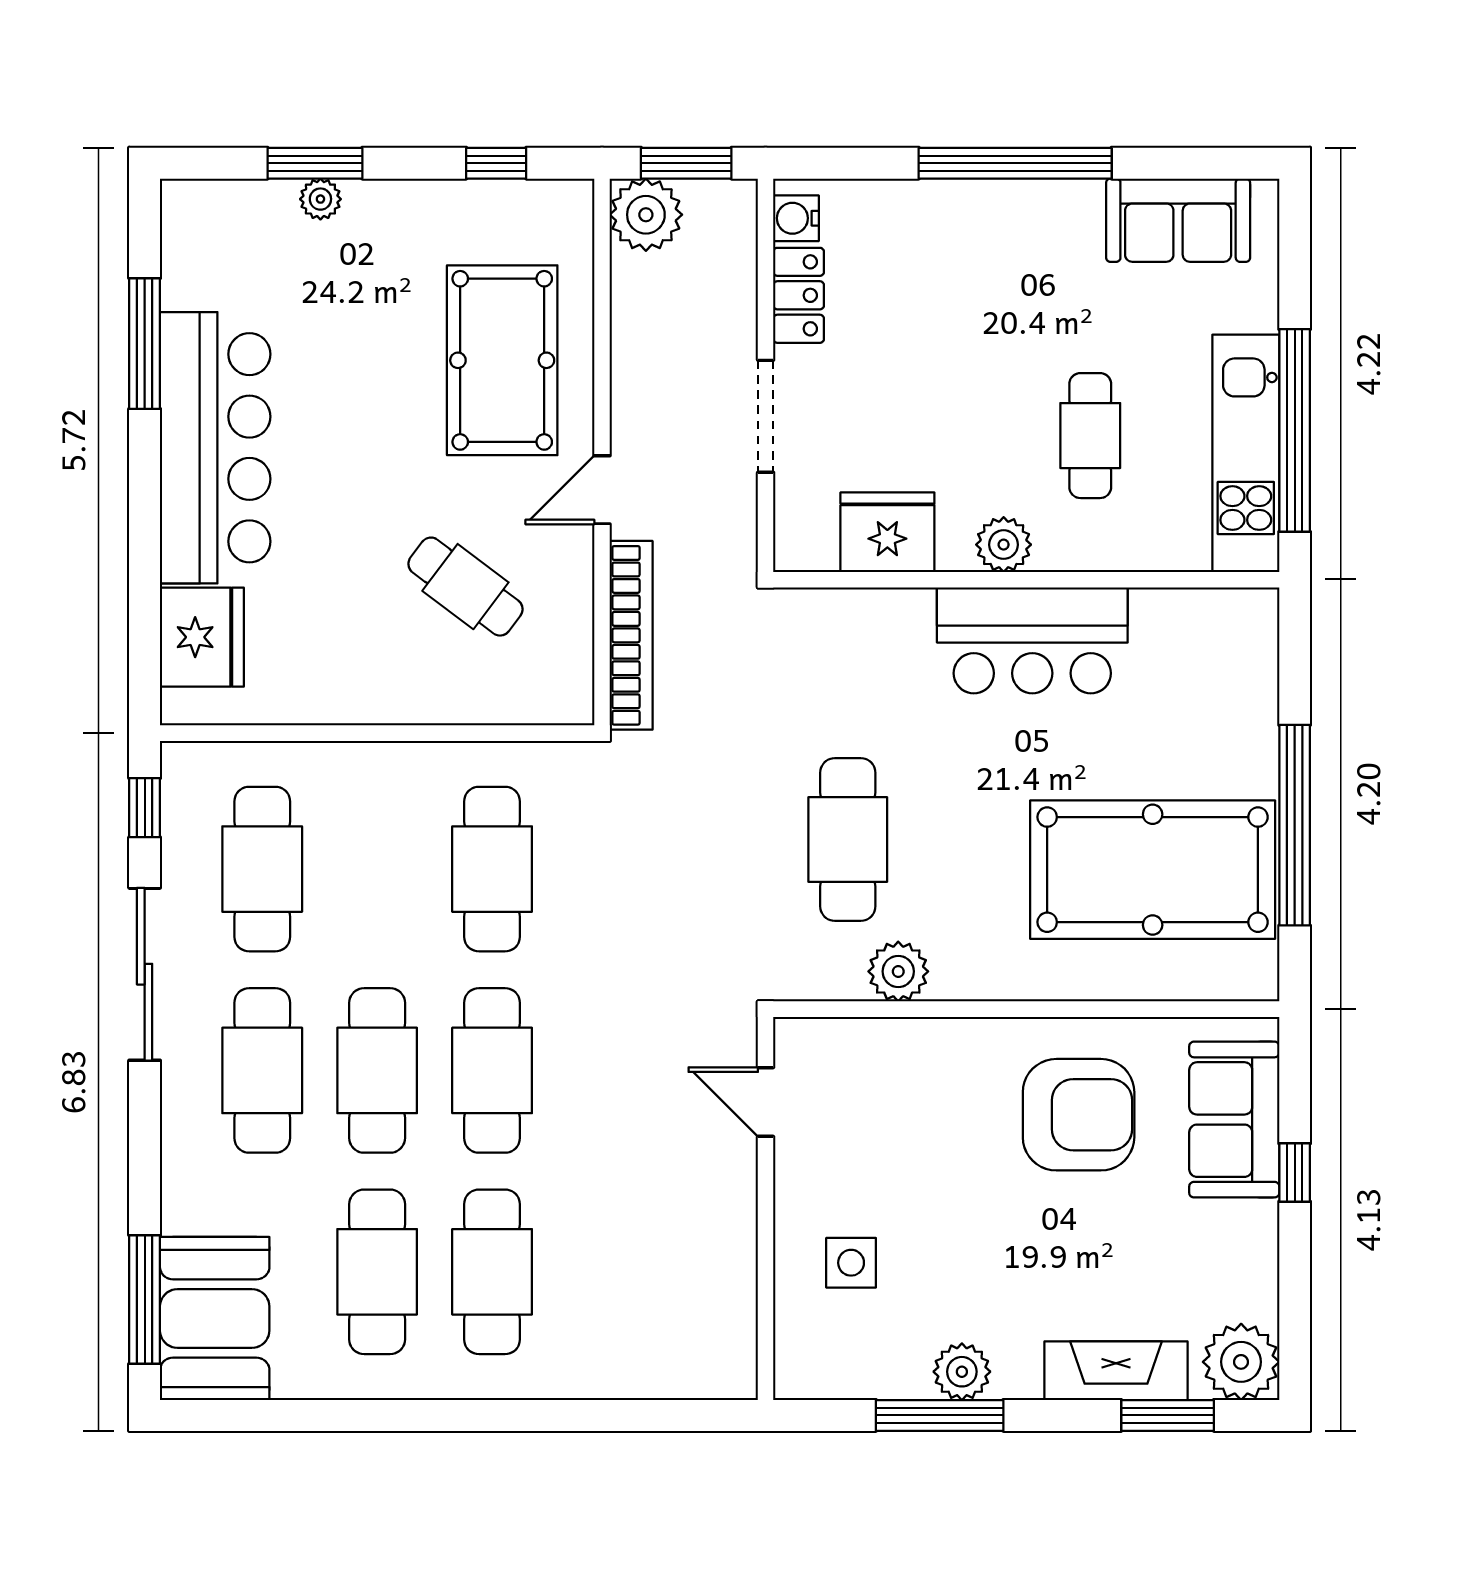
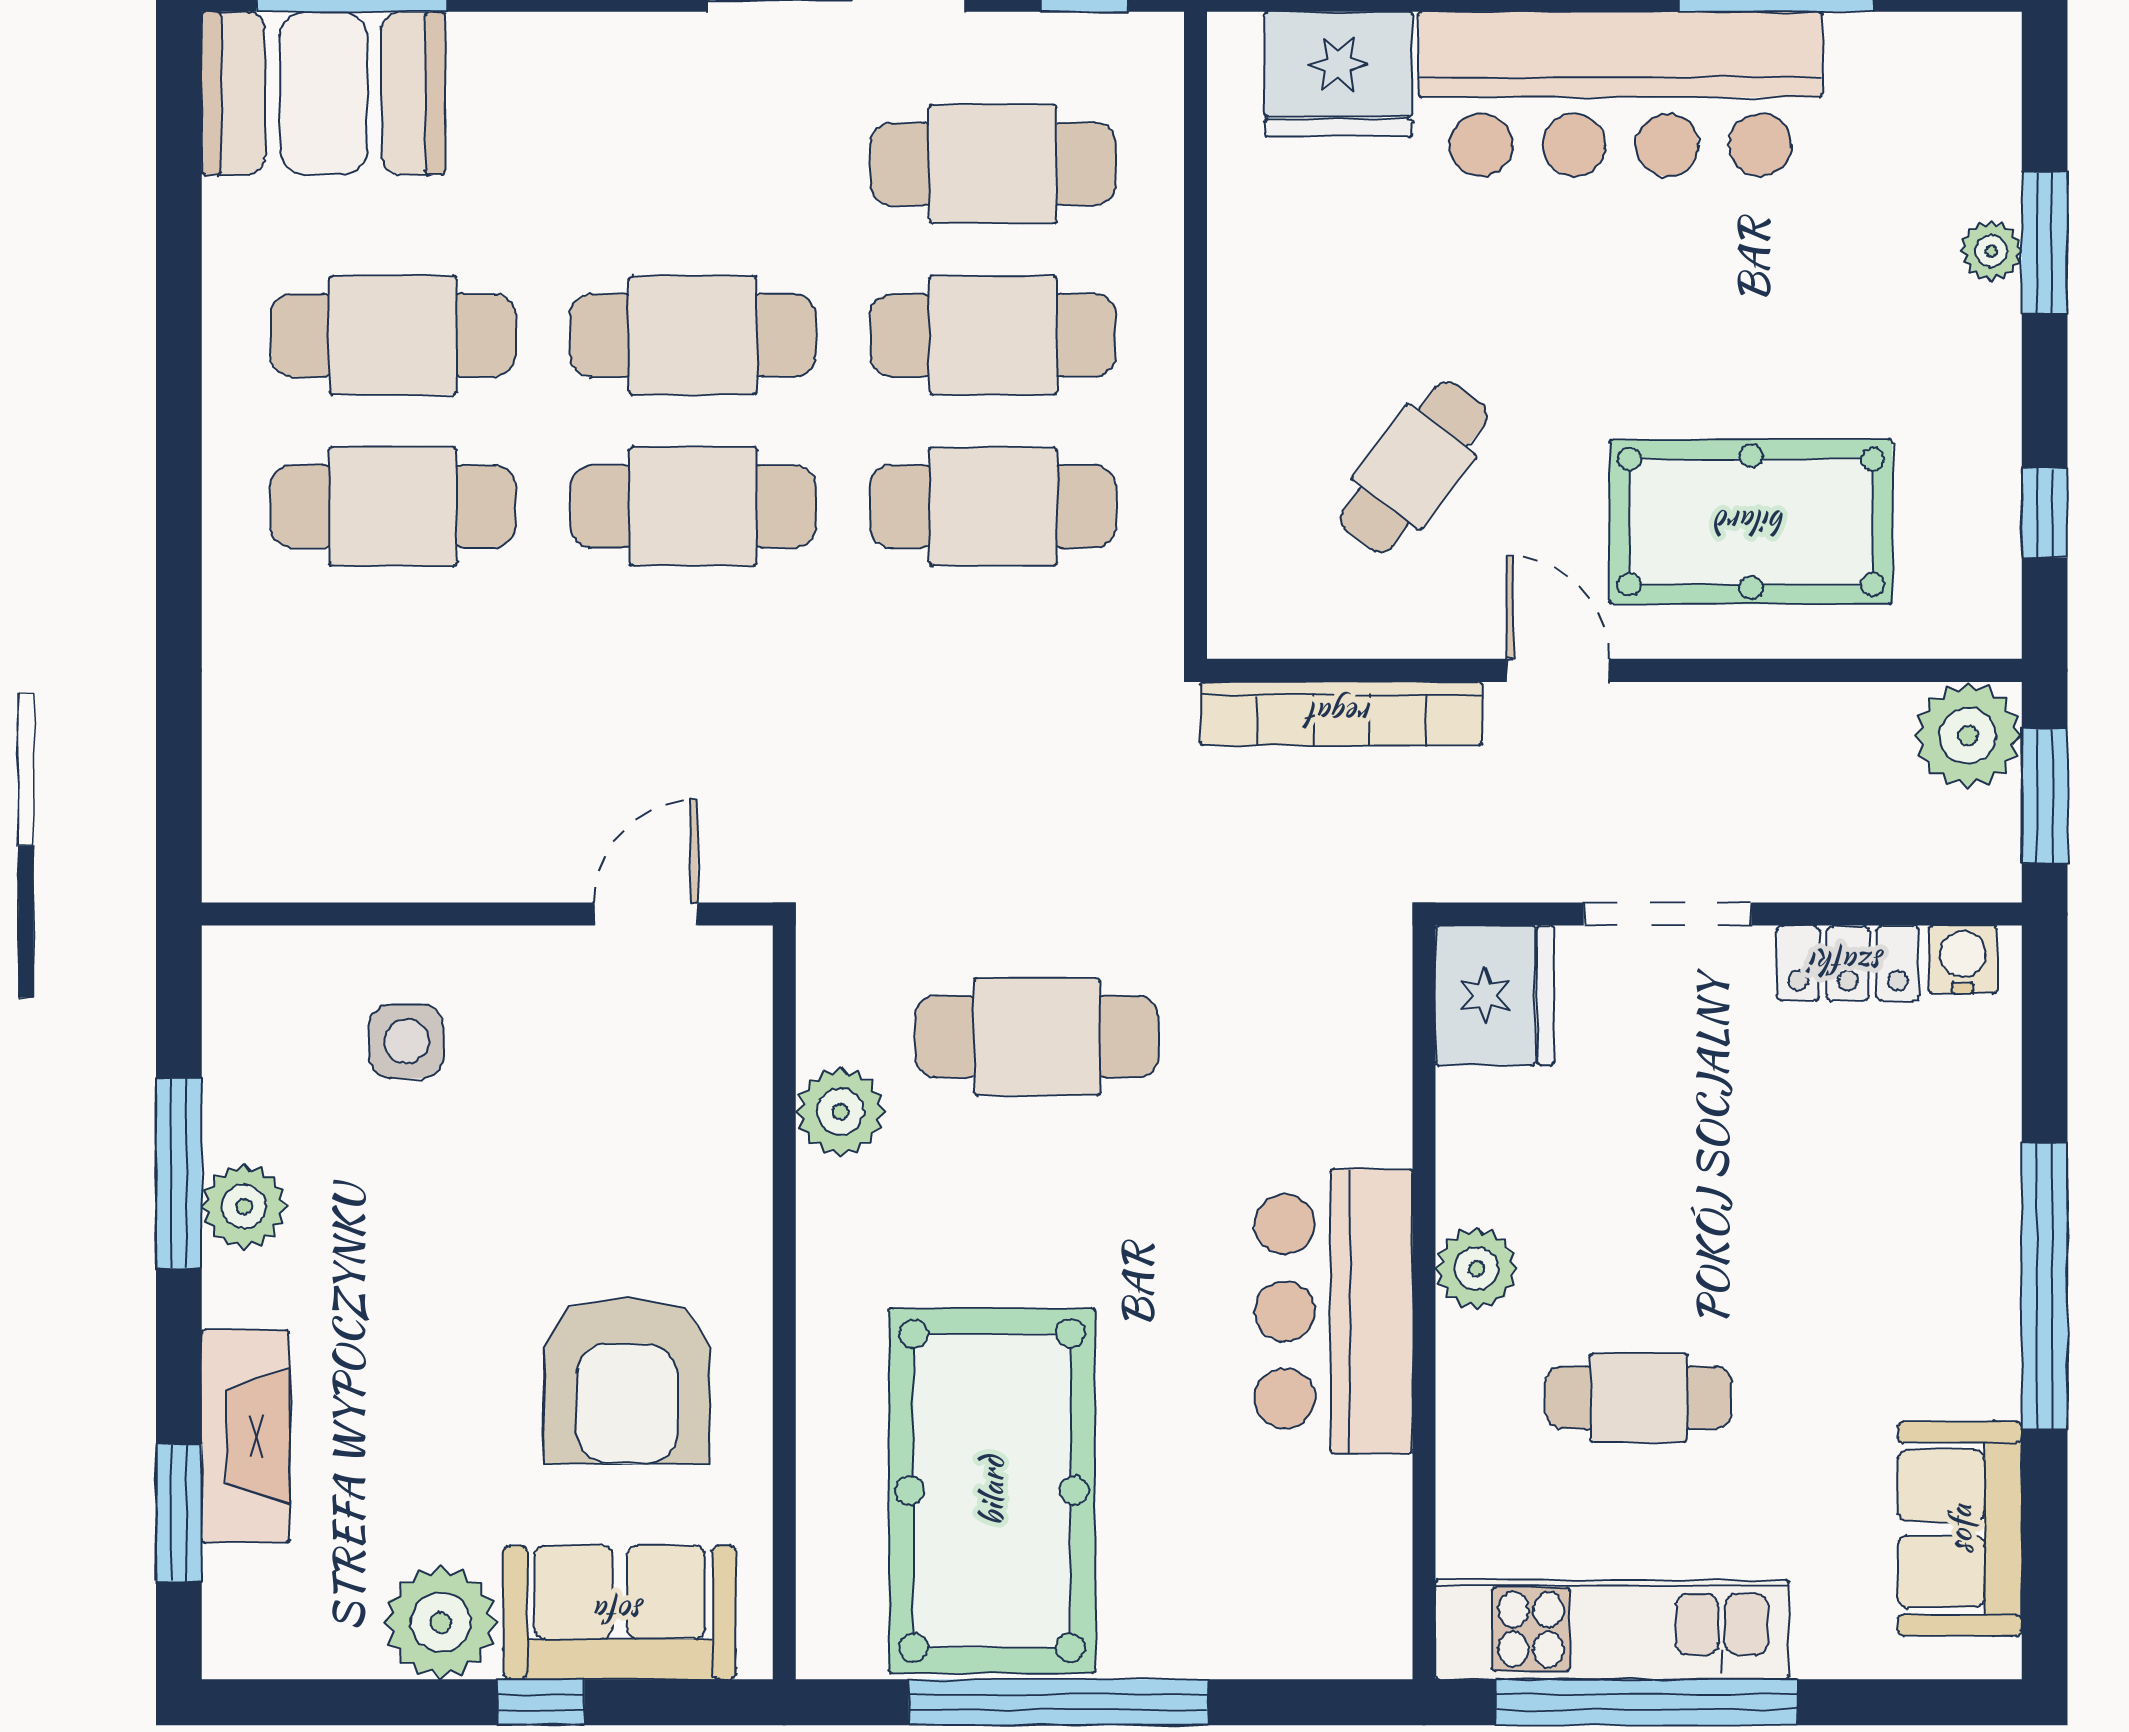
fridge: (887, 532) -> (1495, 995), moved
cafe table: (262, 1070) -> (993, 335), moved
plant: (1241, 1362) -> (441, 1622), moved

